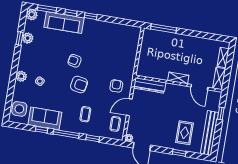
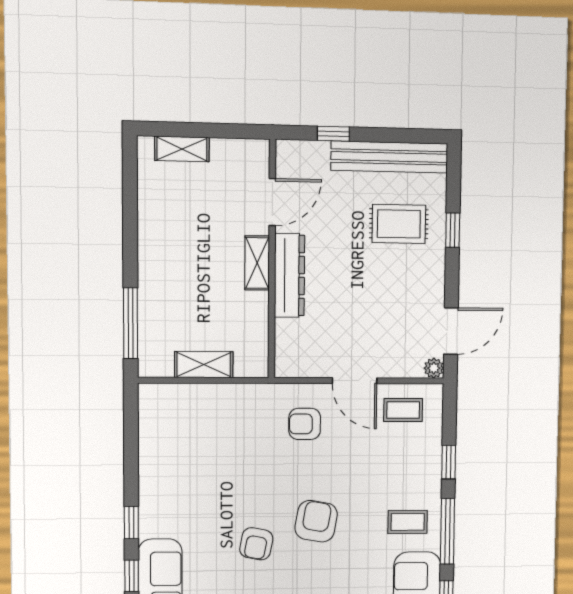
shelving: (219, 78) -> (204, 365), moved
dresser: (150, 85) -> (289, 275), moved
coffee table: (85, 114) -> (408, 522), moved

